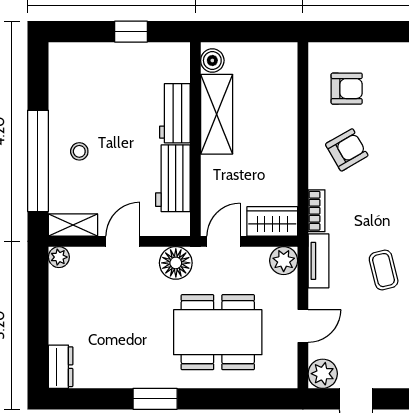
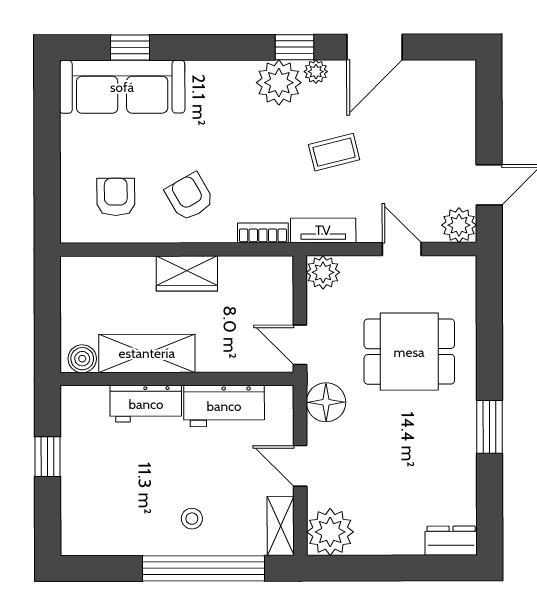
wardrobe: (272, 221) -> (187, 273), moved, turned -90
plant: (59, 257) -> (330, 532), width x1.87, depth x1.87
dining table: (218, 332) -> (409, 352), width x0.73

